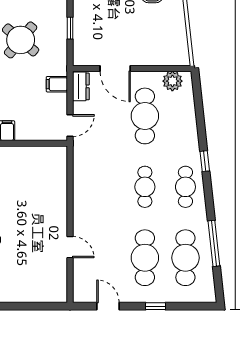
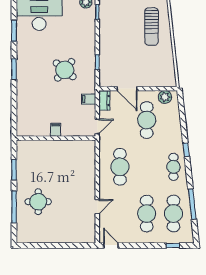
cafe table: (145, 187) -> (120, 167), moved, width x1.37, depth x1.35
door: (70, 247) -> (97, 207), hinge flipped
door: (108, 306) -> (111, 245), moved
window: (155, 306) -> (173, 245), moved

